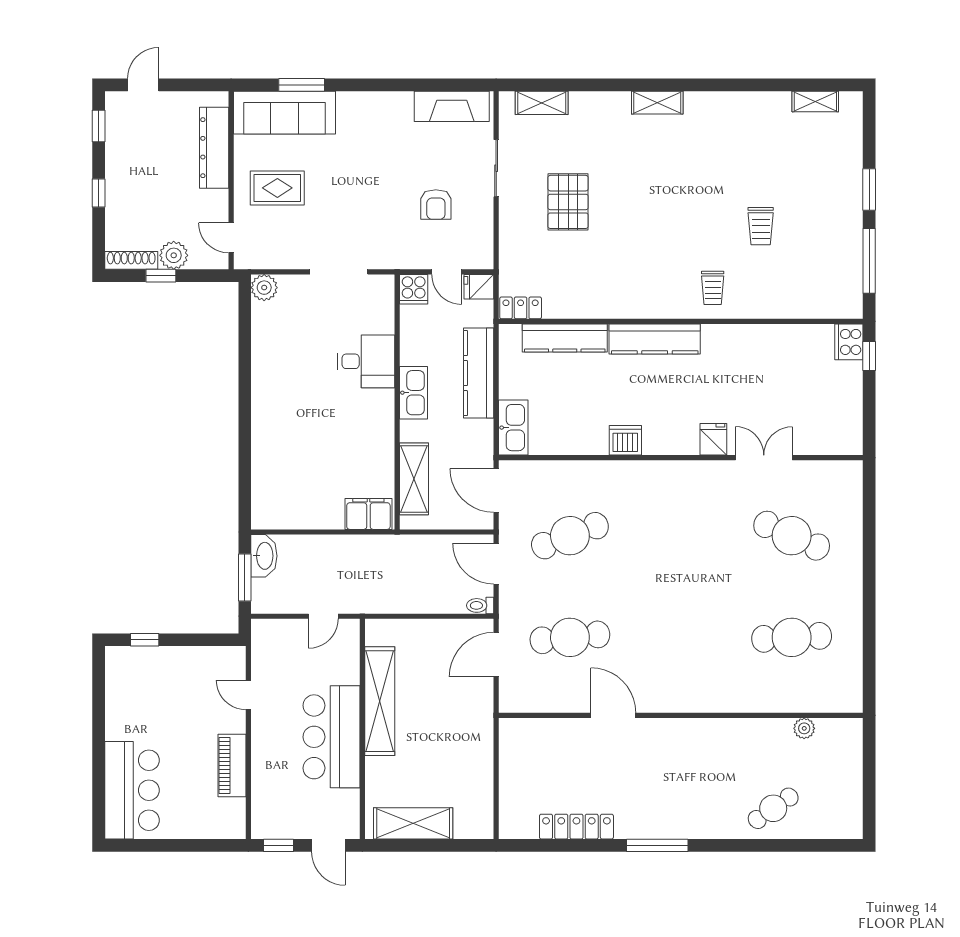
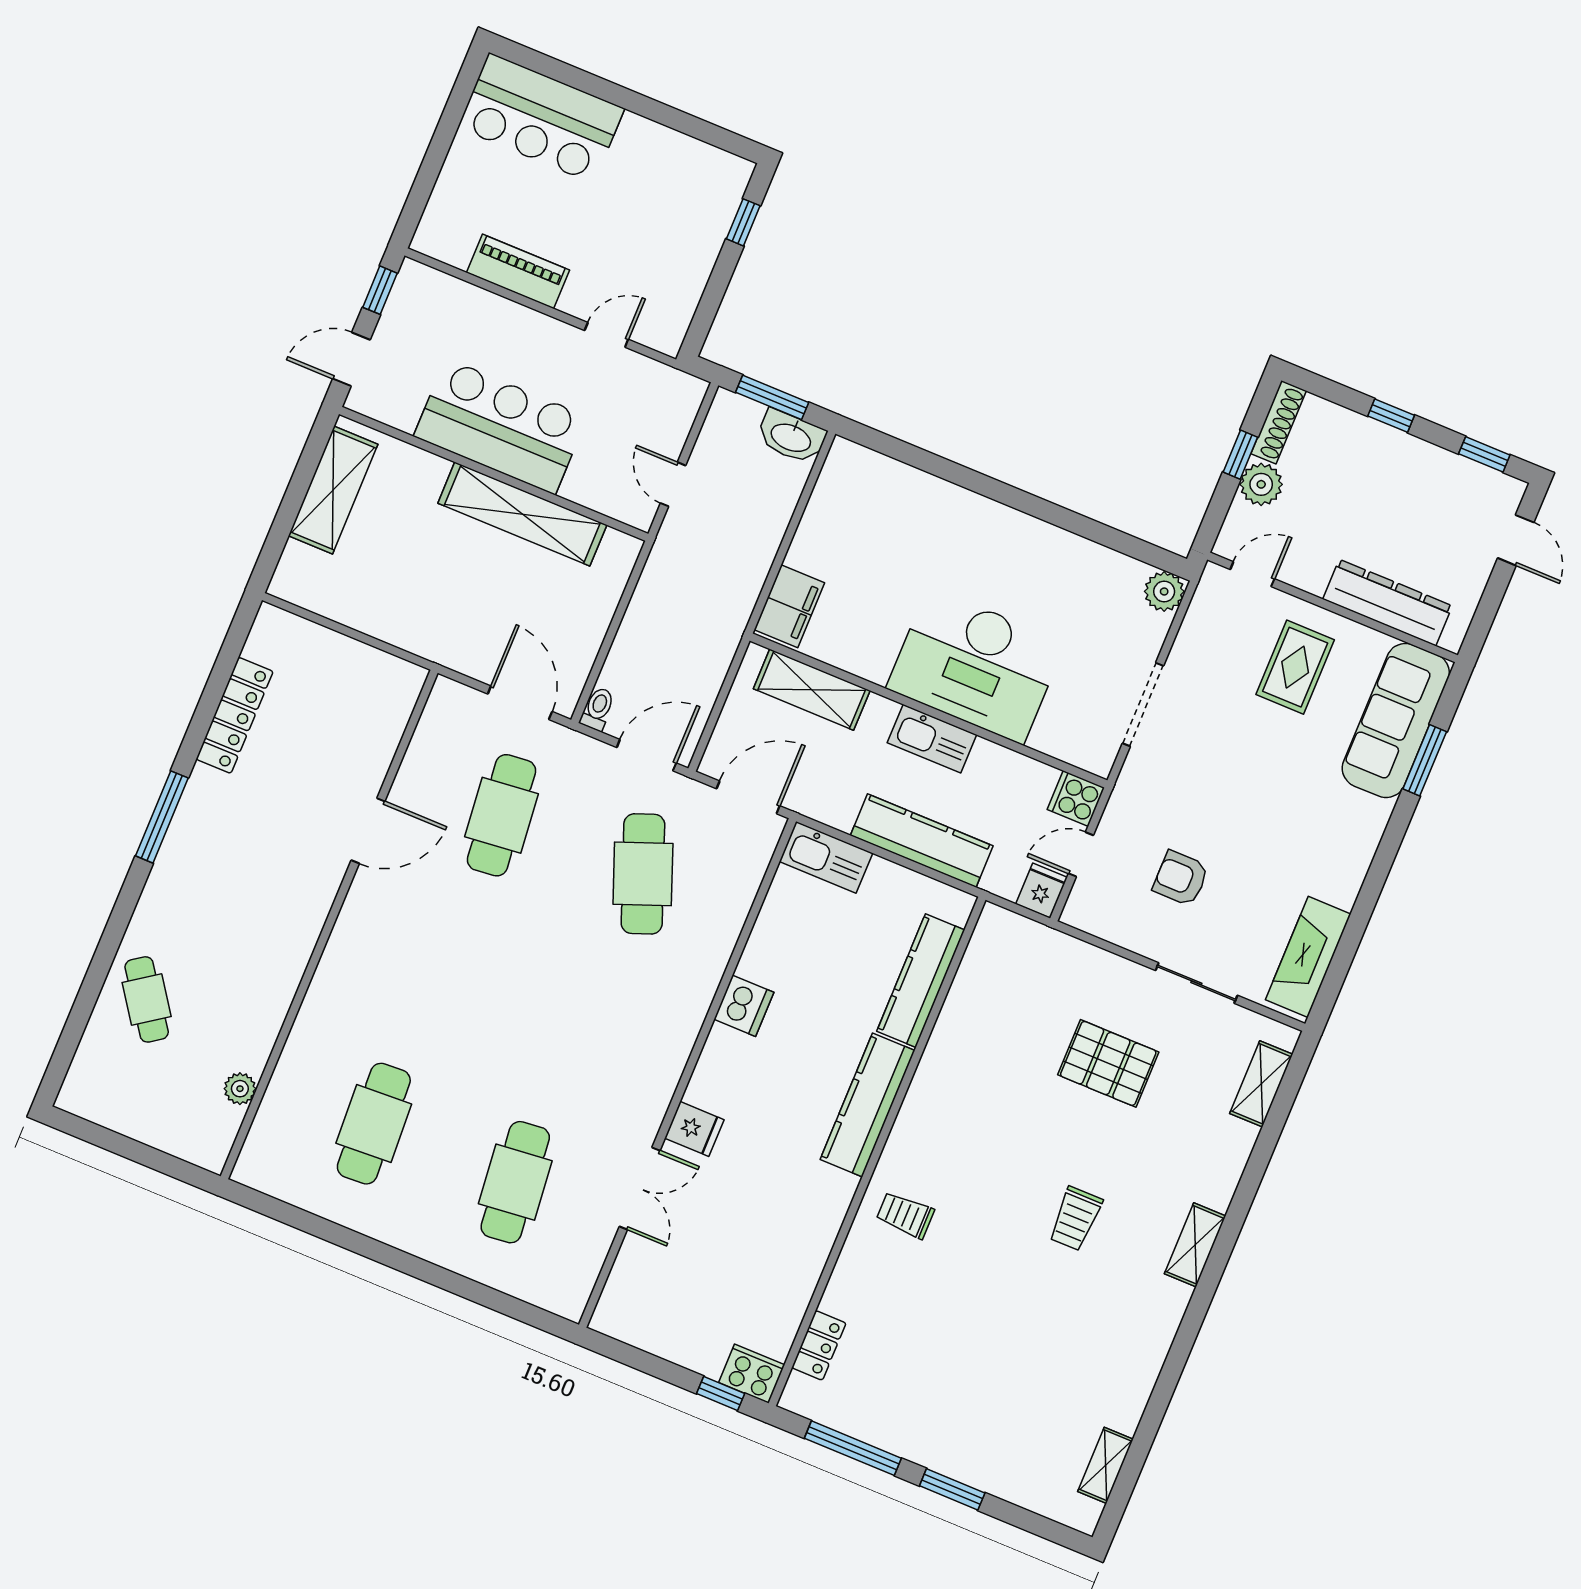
trolley: (761, 226) -> (1075, 1219), moved, turned -90
locker: (521, 308) -> (819, 1345), moved
desk: (366, 361) -> (976, 665), width x1.87, depth x1.30
cafe table: (792, 536) -> (515, 1182), turned -30

